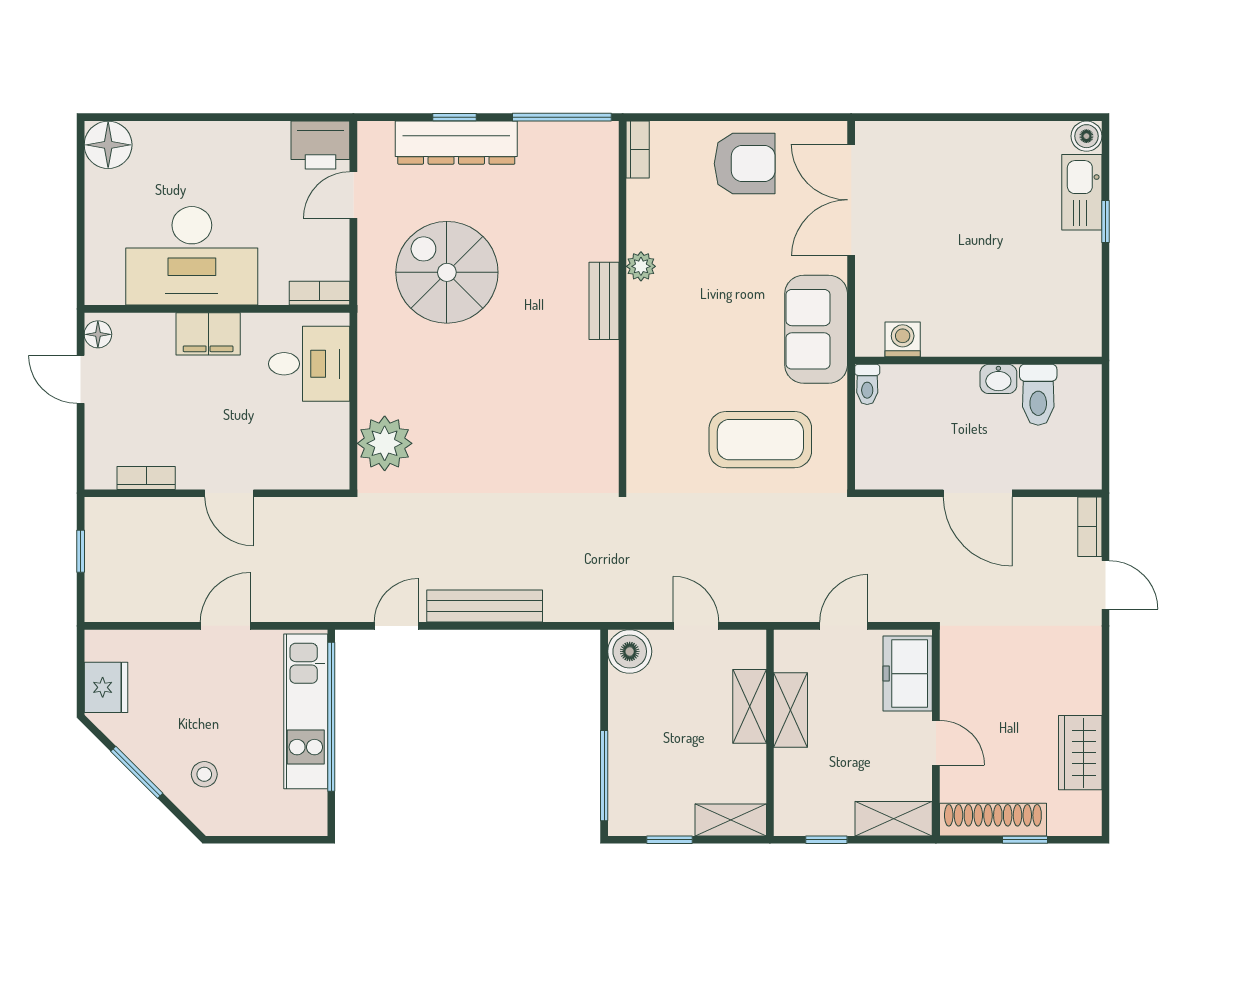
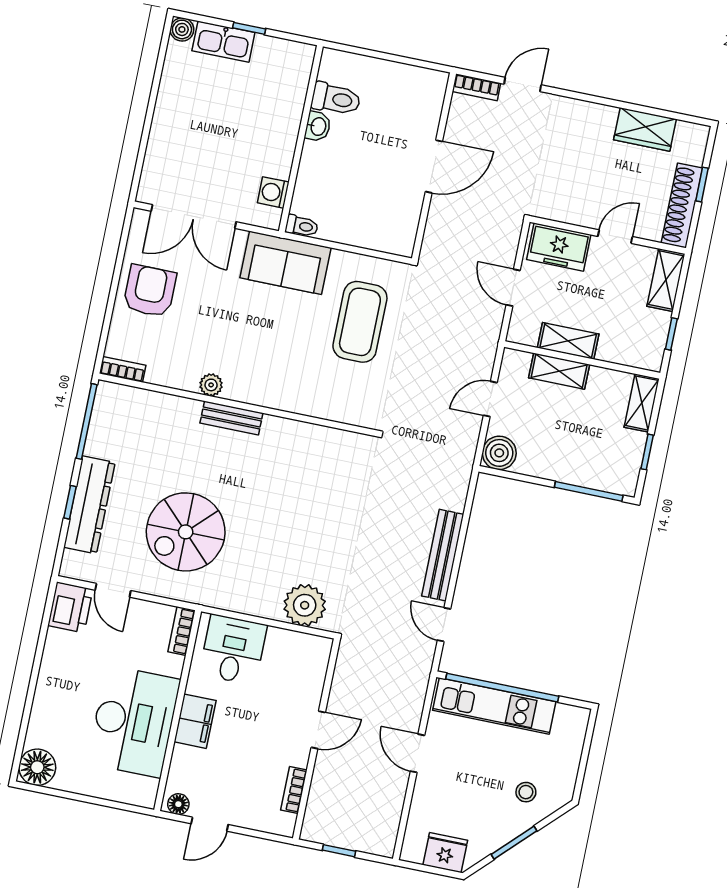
washing machine: (903, 339) -> (273, 192), moved
wall: (978, 360) -> (301, 139), moved
washbasin: (998, 379) -> (318, 126), moved
toilet: (867, 384) -> (302, 226), moved
toilet: (1038, 395) -> (336, 99), moved

